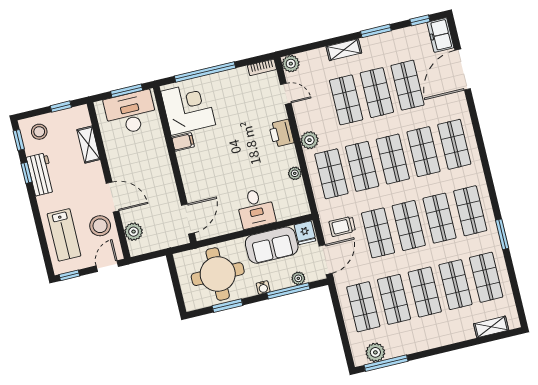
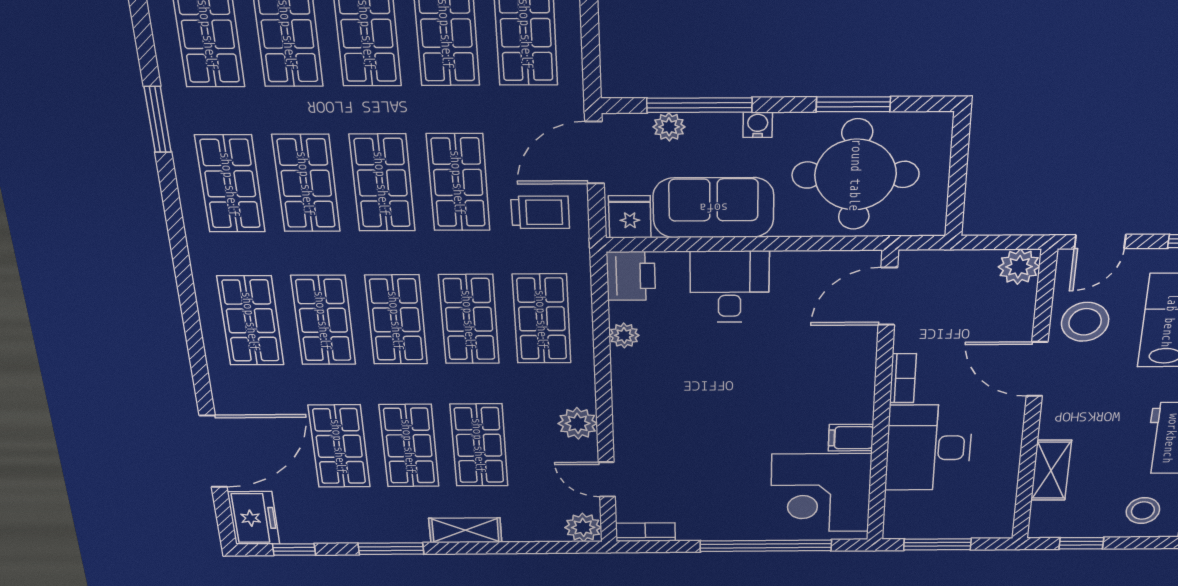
desk: (131, 113) -> (929, 448), moved, turned 90
printer: (281, 133) -> (631, 276), moved
plant: (309, 140) -> (578, 423), moved
bookcase: (169, 179) -> (903, 378), added
plant: (134, 232) -> (1019, 267), moved

